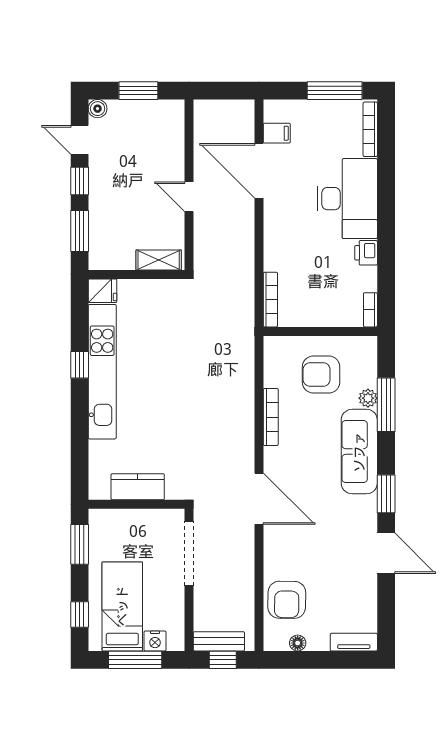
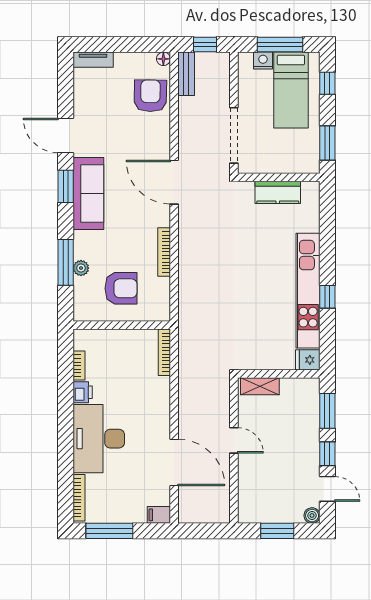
filing cabinet: (277, 133) -> (159, 515), moved
bookcase: (370, 310) -> (79, 366), moved
sofa: (359, 452) -> (88, 194), moved
bench: (219, 641) -> (186, 74), moved, turned 90
floor lamp: (298, 643) -> (163, 59), moved

